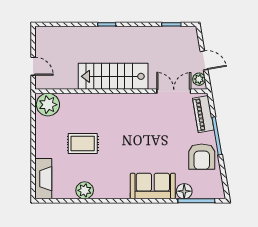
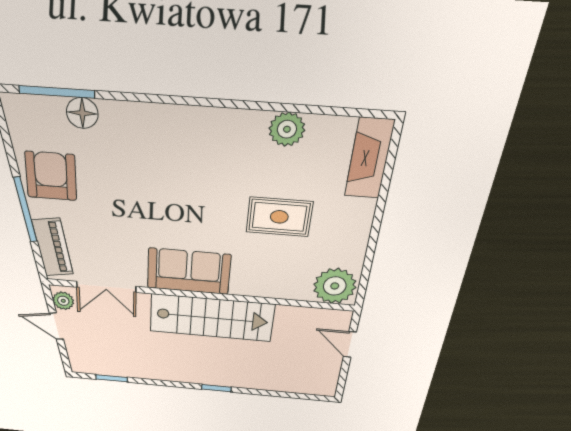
sofa: (153, 186) -> (189, 271), moved, turned 180

